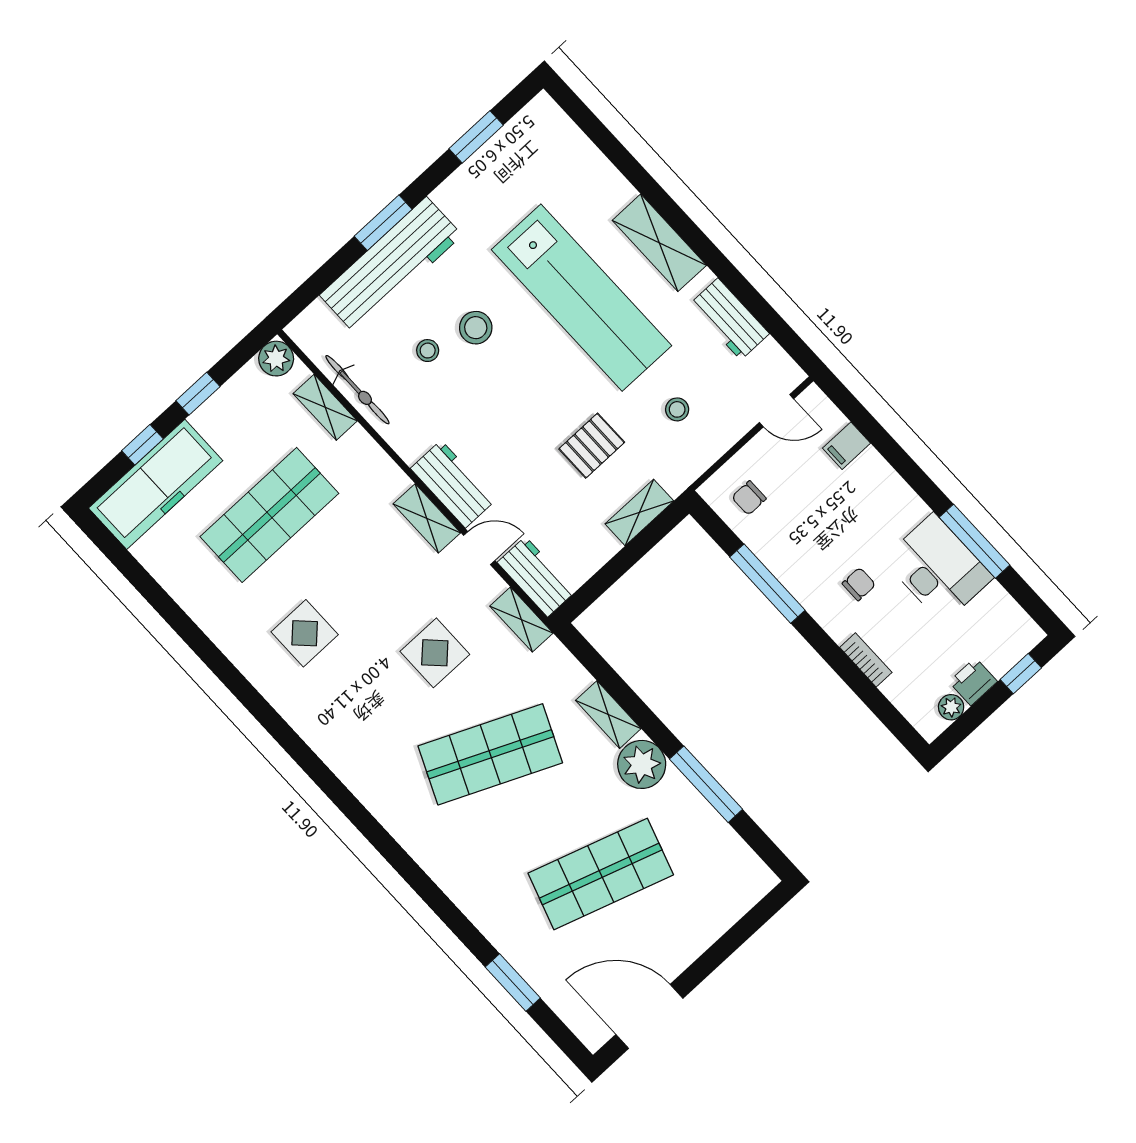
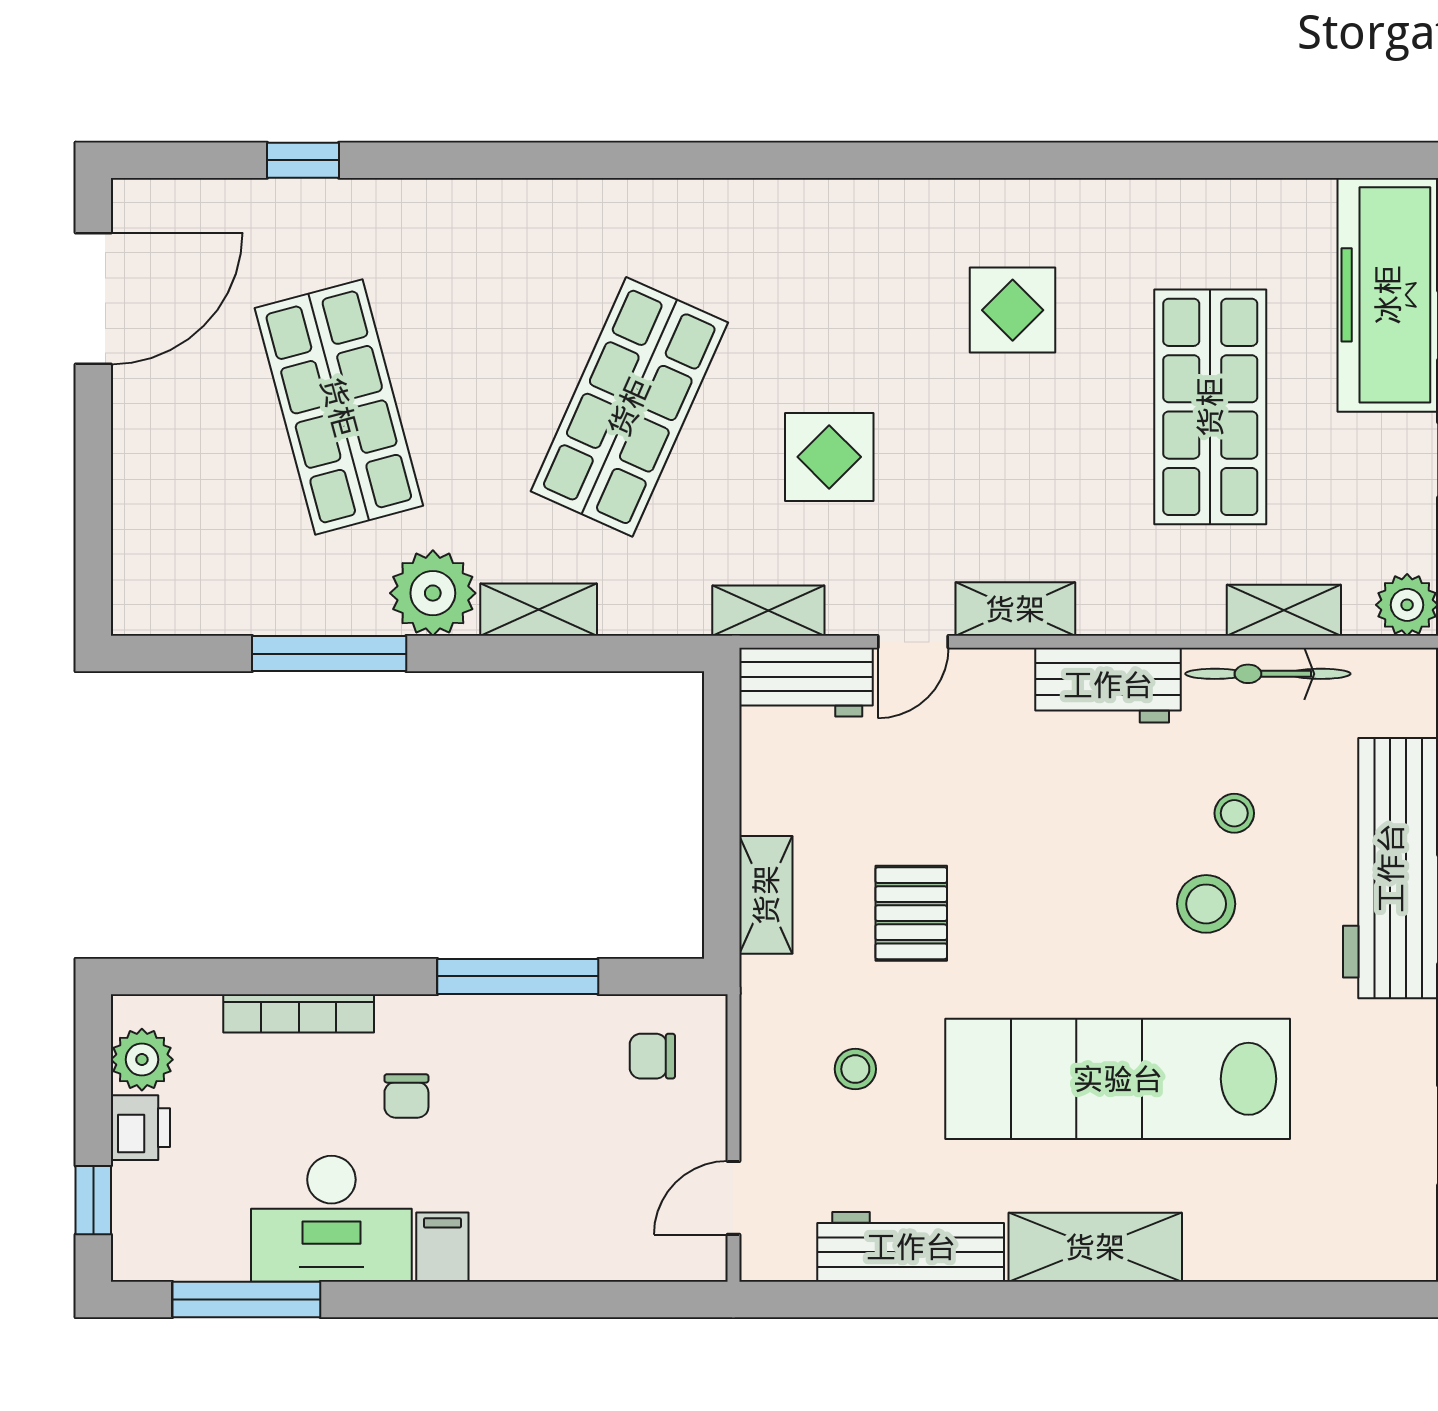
workbench: (729, 319) -> (911, 1247), width x1.38
filing cabinet: (847, 446) -> (442, 1247), moved
workbench: (453, 484) -> (1108, 685), moved
chair: (749, 498) -> (652, 1056), turned -90
window: (975, 541) -> (246, 1299), moved
bookcase: (866, 660) -> (299, 1013), width x1.56
plant: (951, 707) -> (142, 1060), width x1.38, depth x1.38
shop shelf: (601, 874) -> (339, 407), turned -33
window: (513, 982) -> (303, 160), width x0.67

